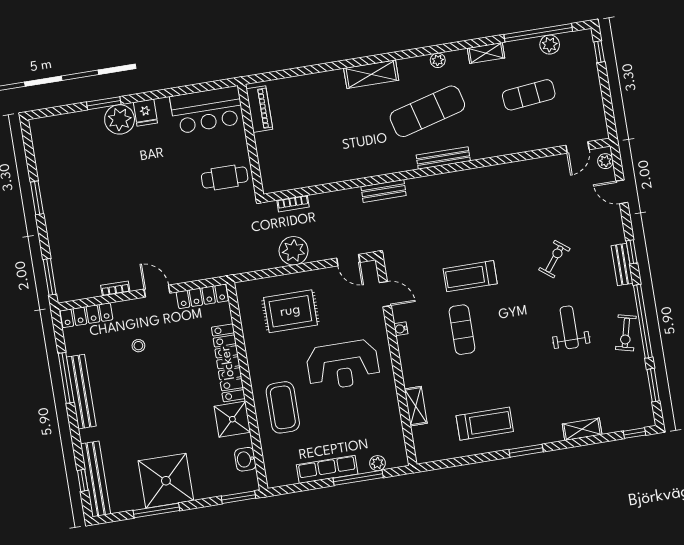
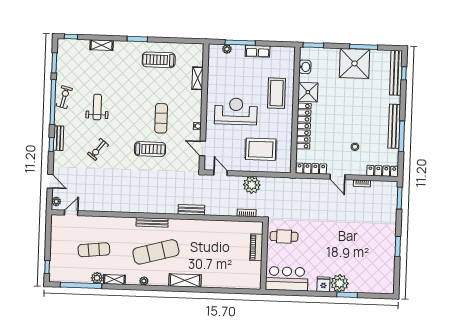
plant: (550, 45) -> (97, 278), moved
piano: (259, 109) -> (256, 247), moved
weight bench: (569, 327) -> (97, 107), turned 180
row of seats: (327, 469) -> (258, 51), width x0.68

